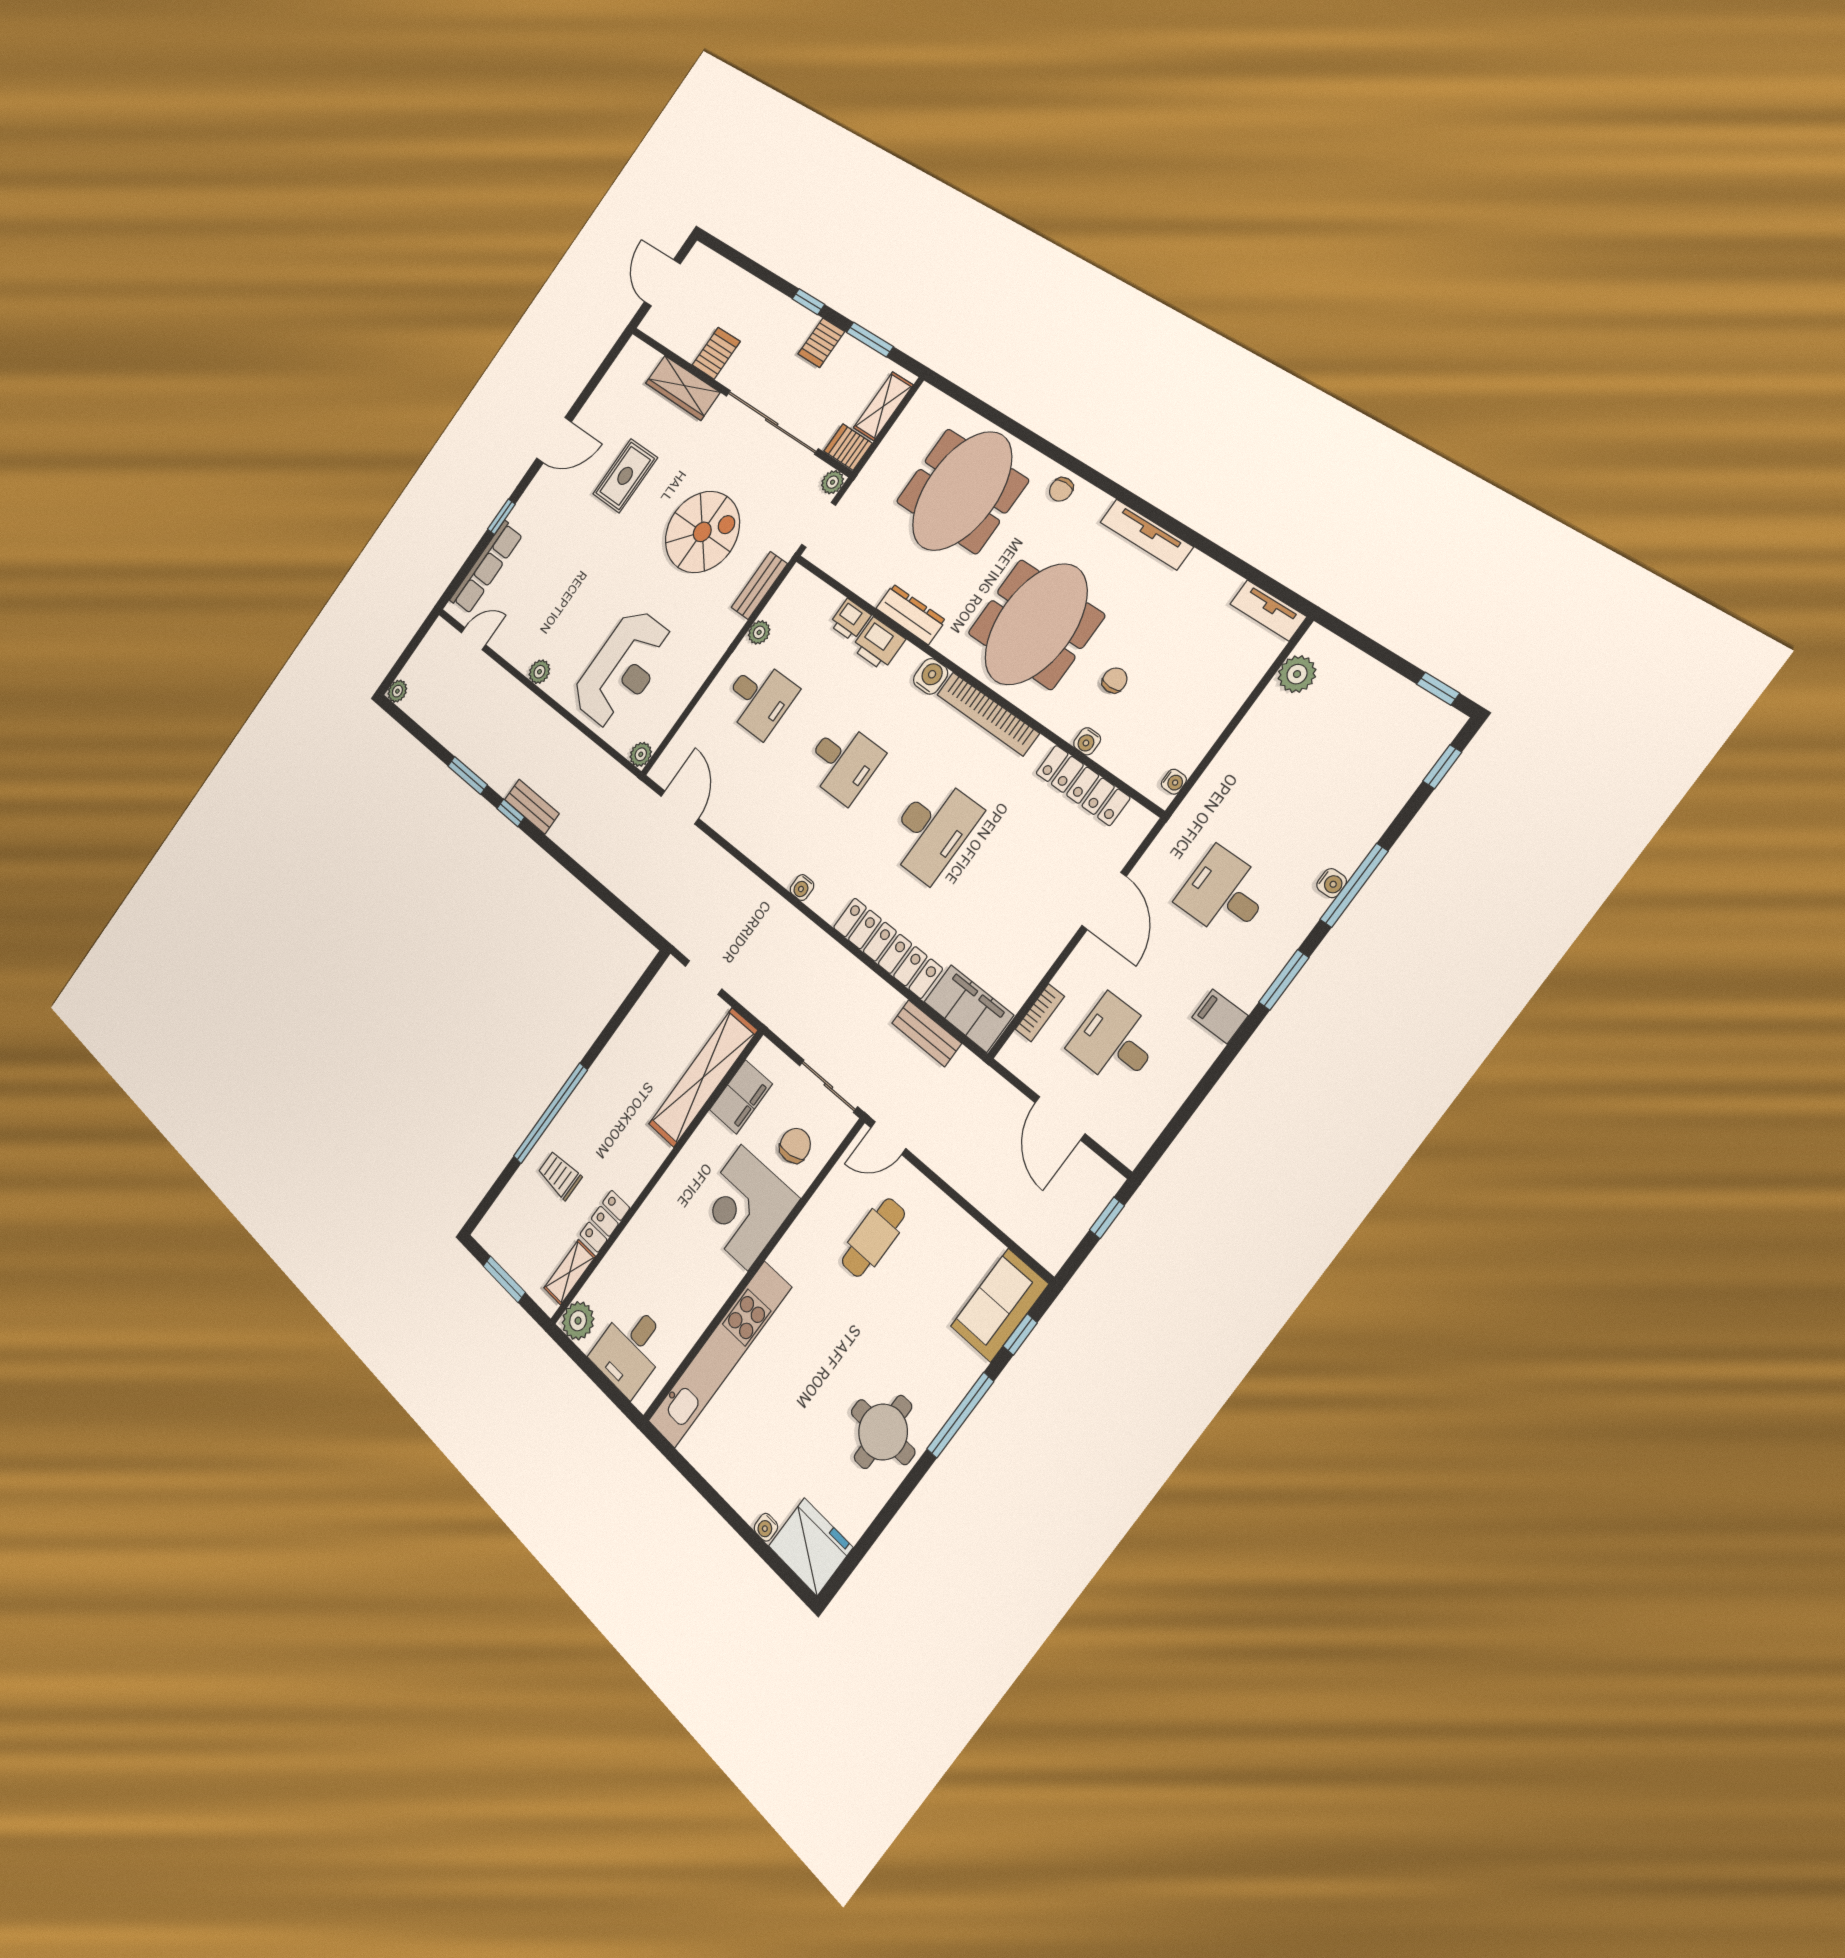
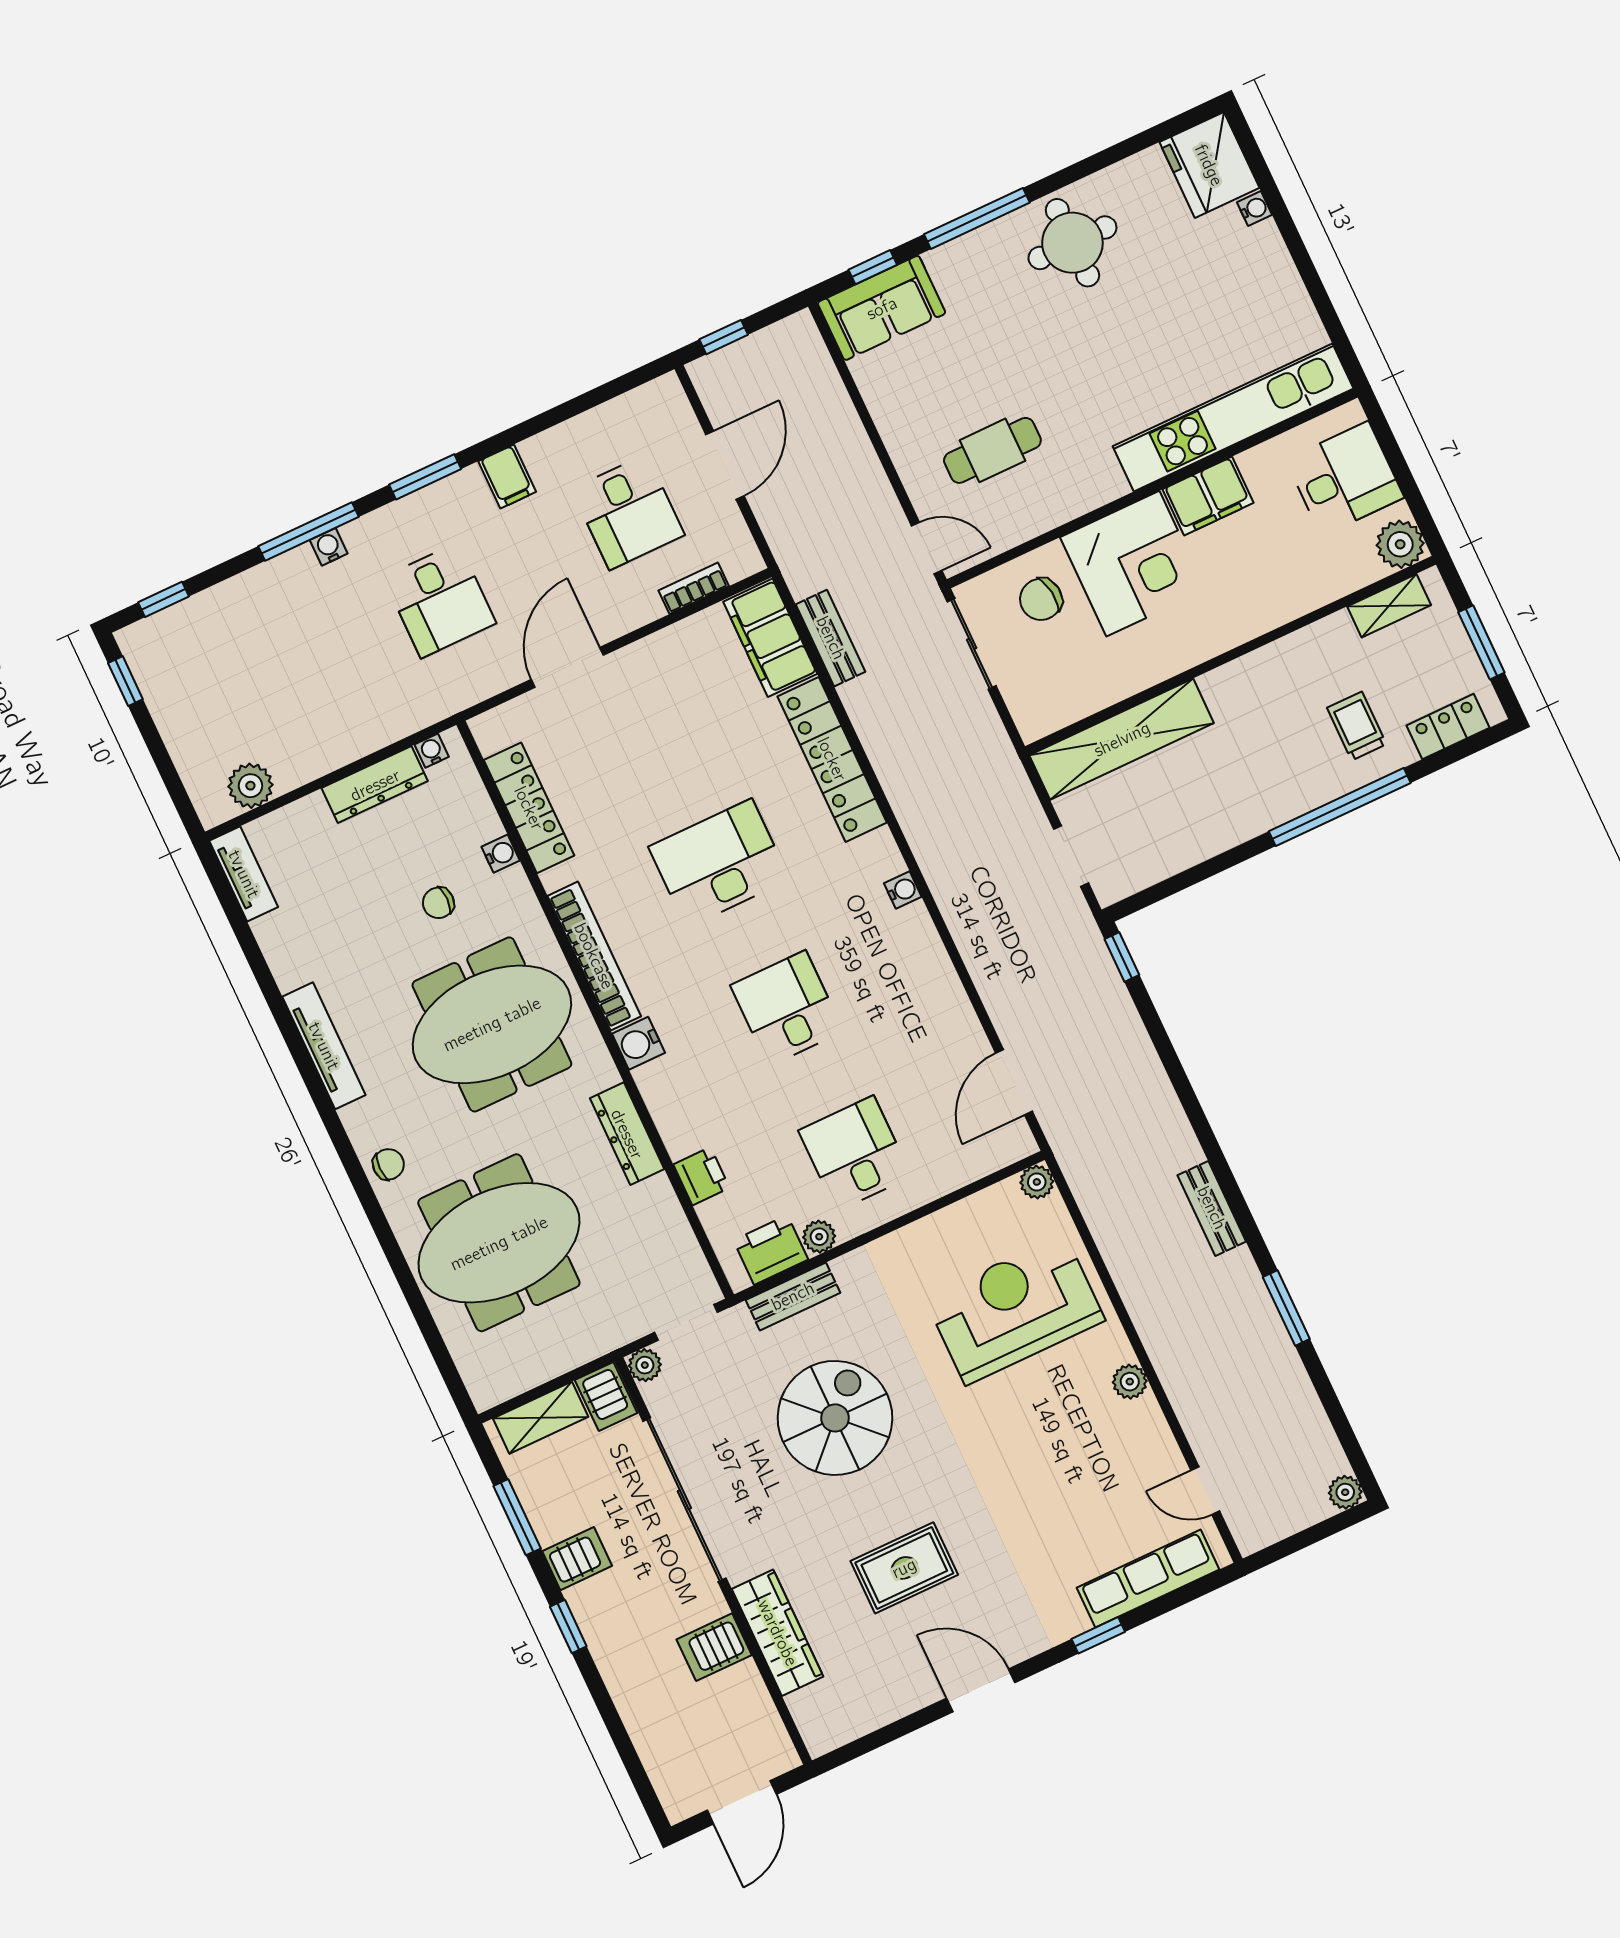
spiral stairs: (702, 532) -> (835, 1418), turned 90
printer: (878, 644) -> (771, 1250), moved, turned -90
dresser: (1204, 732) -> (375, 785), added
window: (511, 813) -> (1122, 957), moved
filing cabinet: (741, 1097) -> (1208, 496), moved, turned 180
trolley: (560, 1175) -> (1357, 726), turned 180
locker: (605, 1221) -> (1448, 727), moved, turned 180

